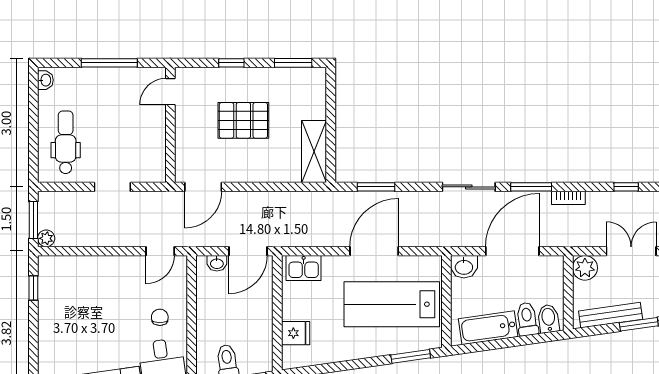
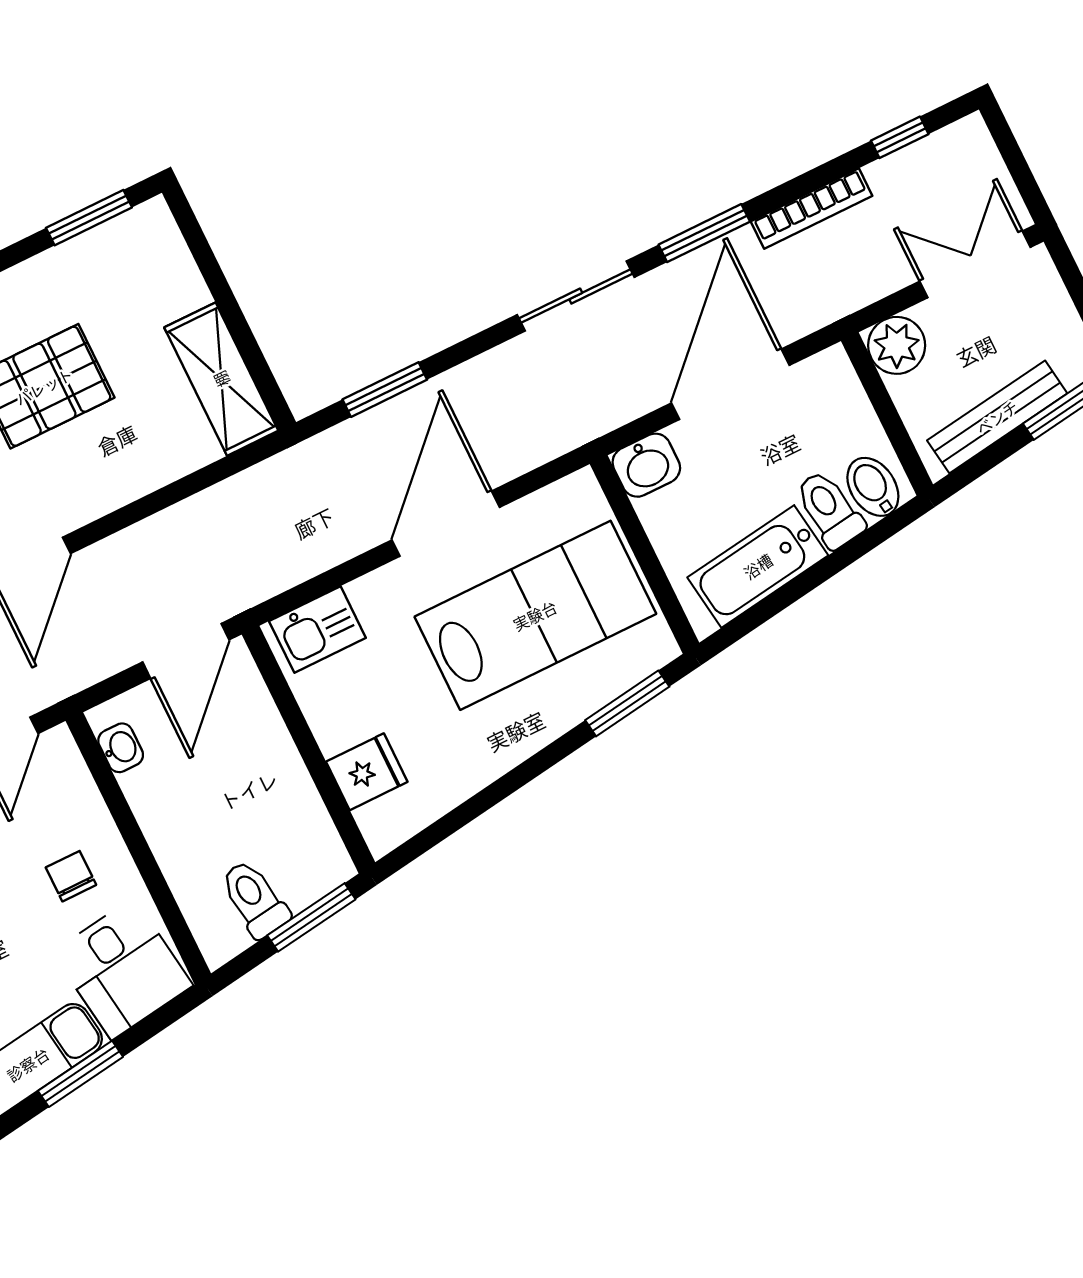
bookcase: (568, 198) -> (812, 209), width x1.56
washbasin: (217, 263) -> (121, 748), moved, turned -90
lab bench: (392, 304) -> (535, 615), turned 180

